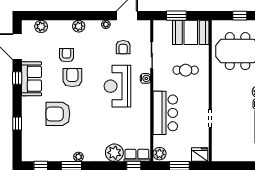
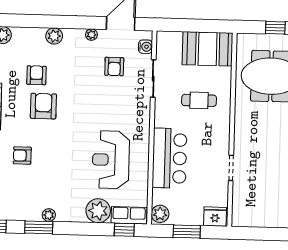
window: (176, 16) -> (188, 25), removed
water cooler: (145, 78) -> (145, 47), moved
reception desk: (117, 86) -> (111, 160), moved
armchair: (58, 114) -> (22, 155), width x0.53, depth x0.53

